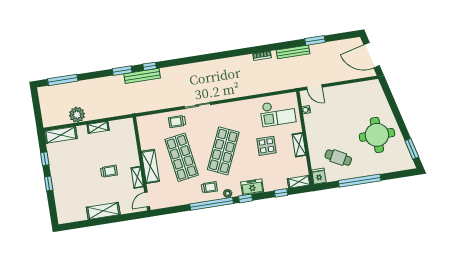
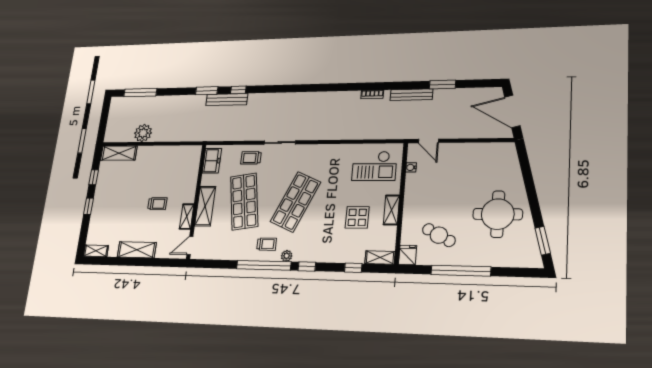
shelving: (98, 127) -> (96, 251), moved
display table: (266, 146) -> (357, 217), moved
freezer: (252, 187) -> (212, 161), moved, turned 90

